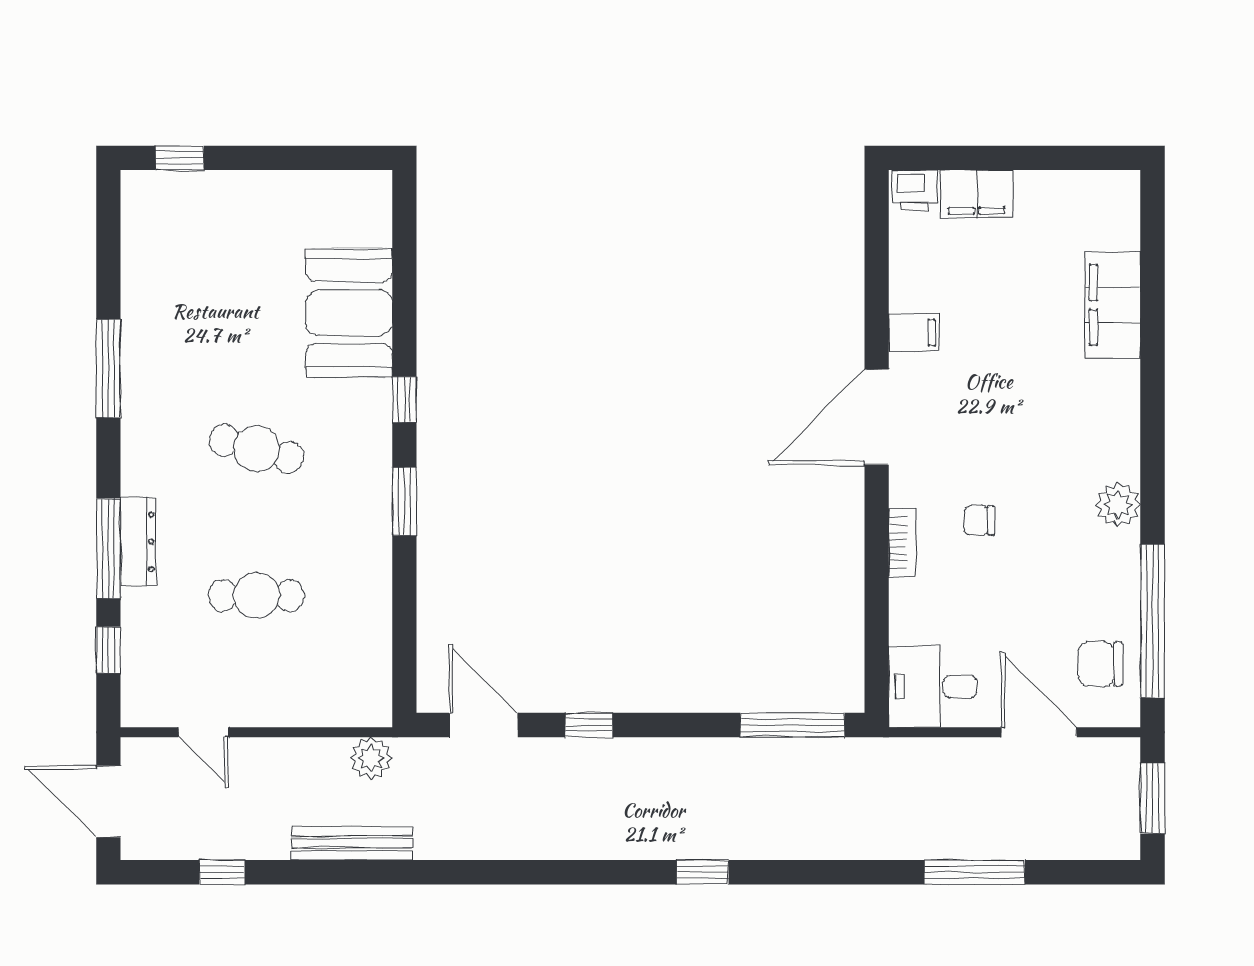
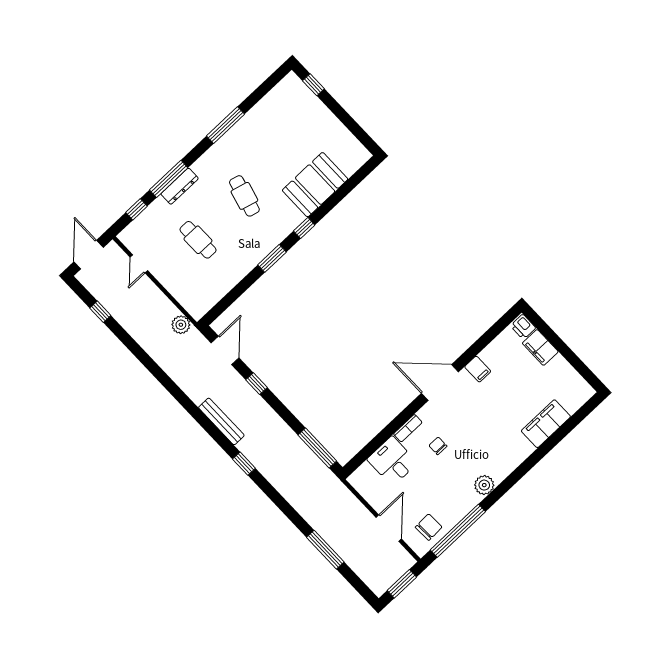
chair: (1100, 664) -> (429, 527), turned 88
desk: (933, 687) -> (392, 461), moved
bench: (352, 843) -> (221, 421), moved

